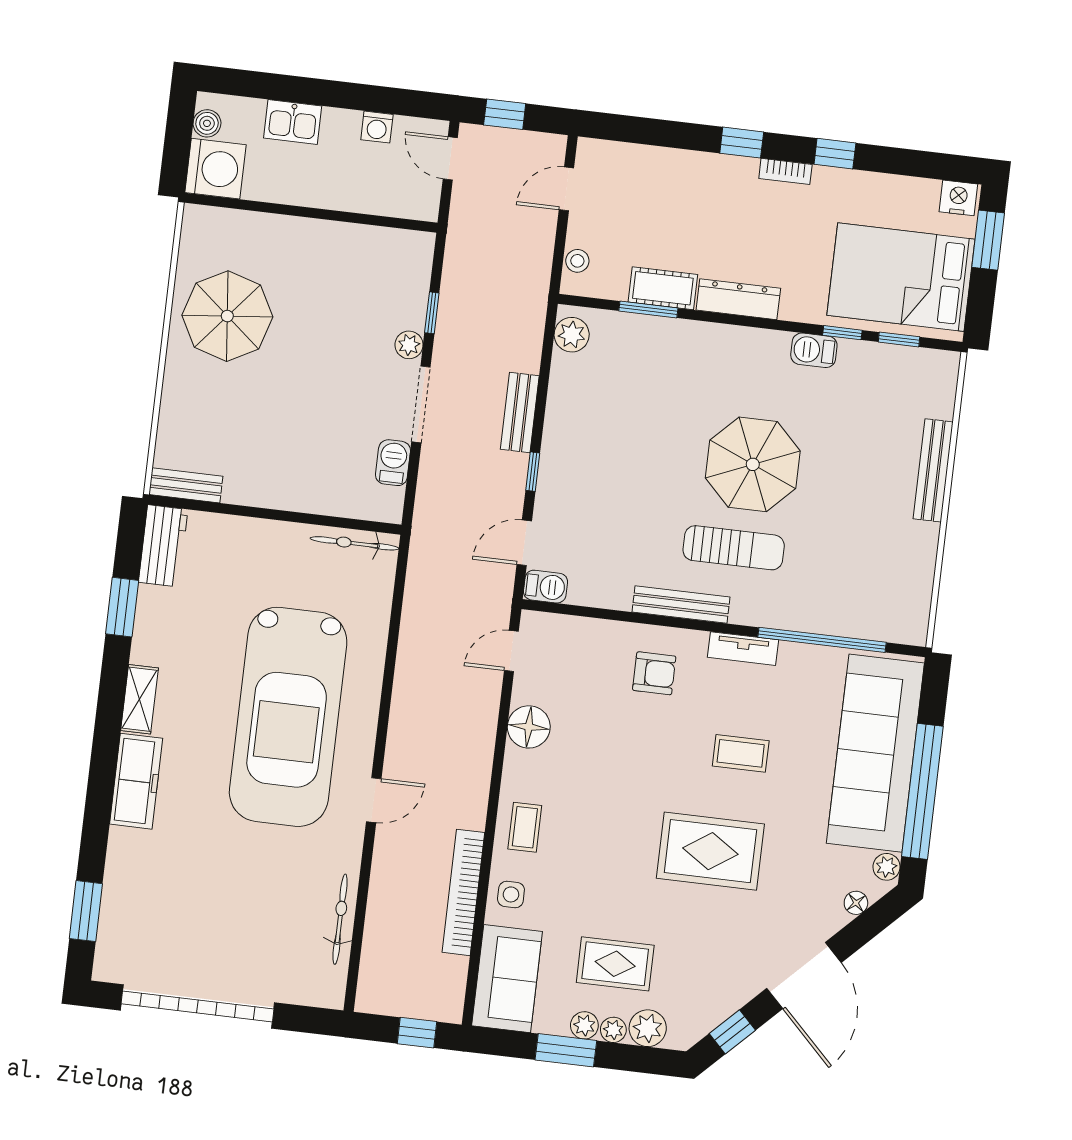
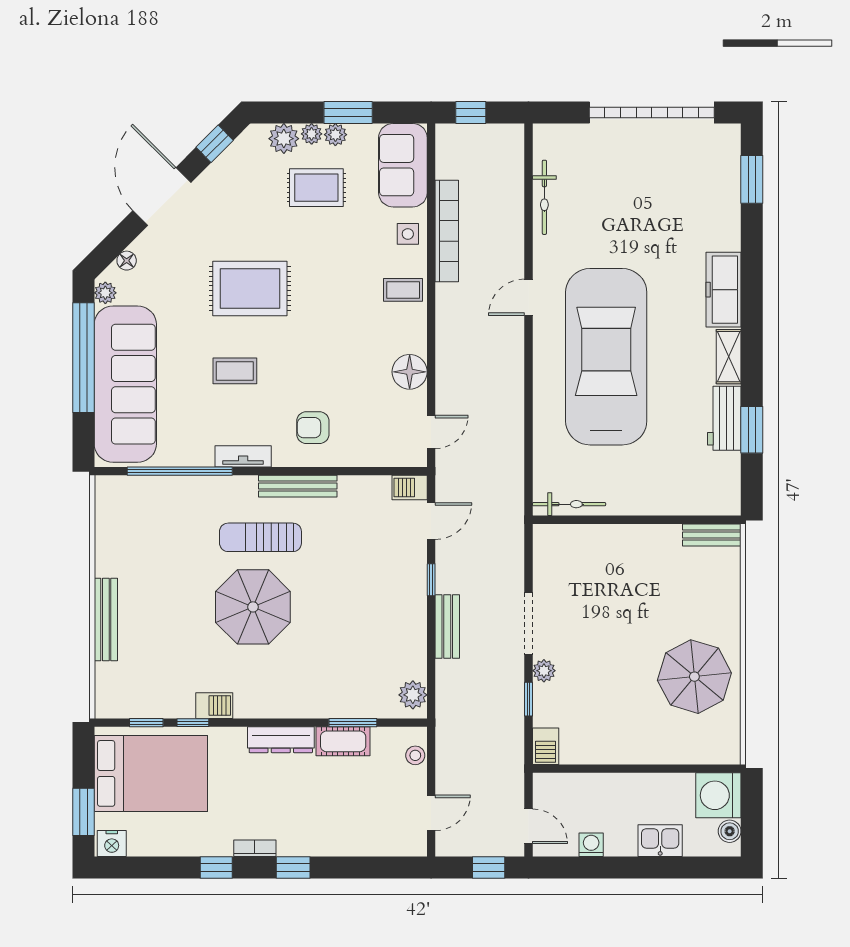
barbecue: (393, 463) -> (546, 746), moved
workbench: (163, 546) -> (724, 418), moved
coffee table: (525, 827) -> (403, 290), turned 90

